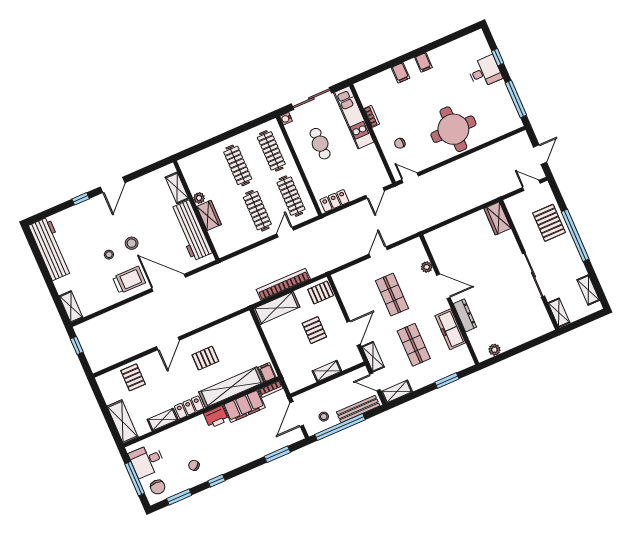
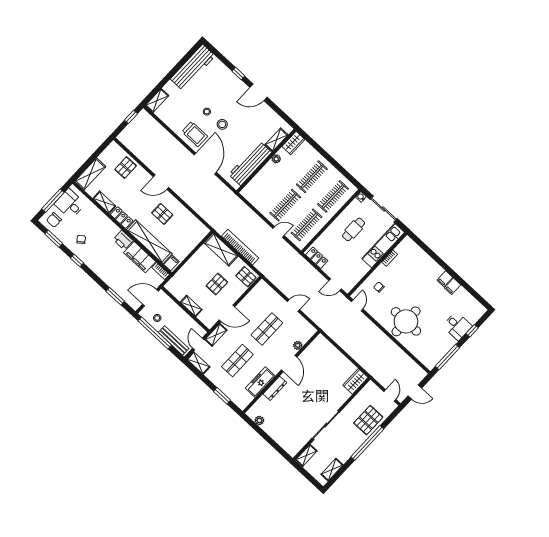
filing cabinet: (401, 73) -> (453, 286), moved
wardrobe: (209, 215) -> (293, 143), moved

